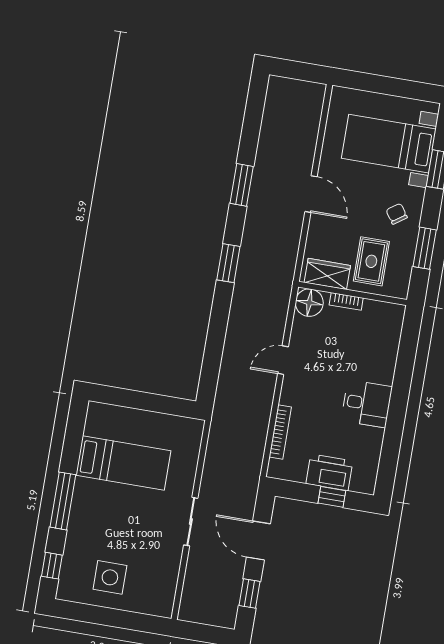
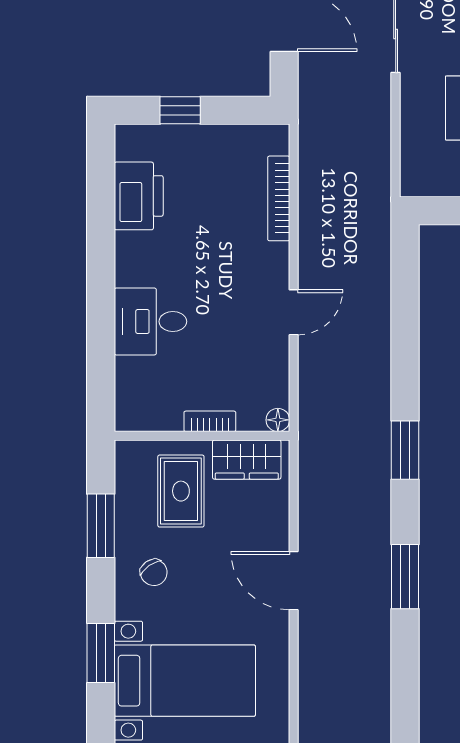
floor lamp: (309, 303) -> (278, 420), width x0.53, depth x0.53
desk: (367, 404) -> (150, 321), moved
printer: (329, 472) -> (139, 196), moved, turned -90

